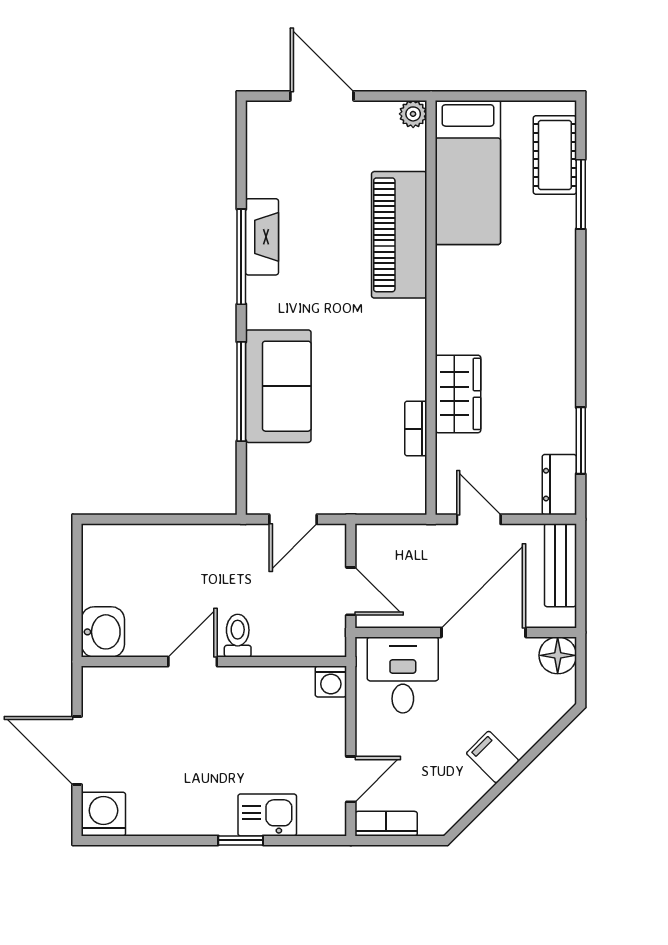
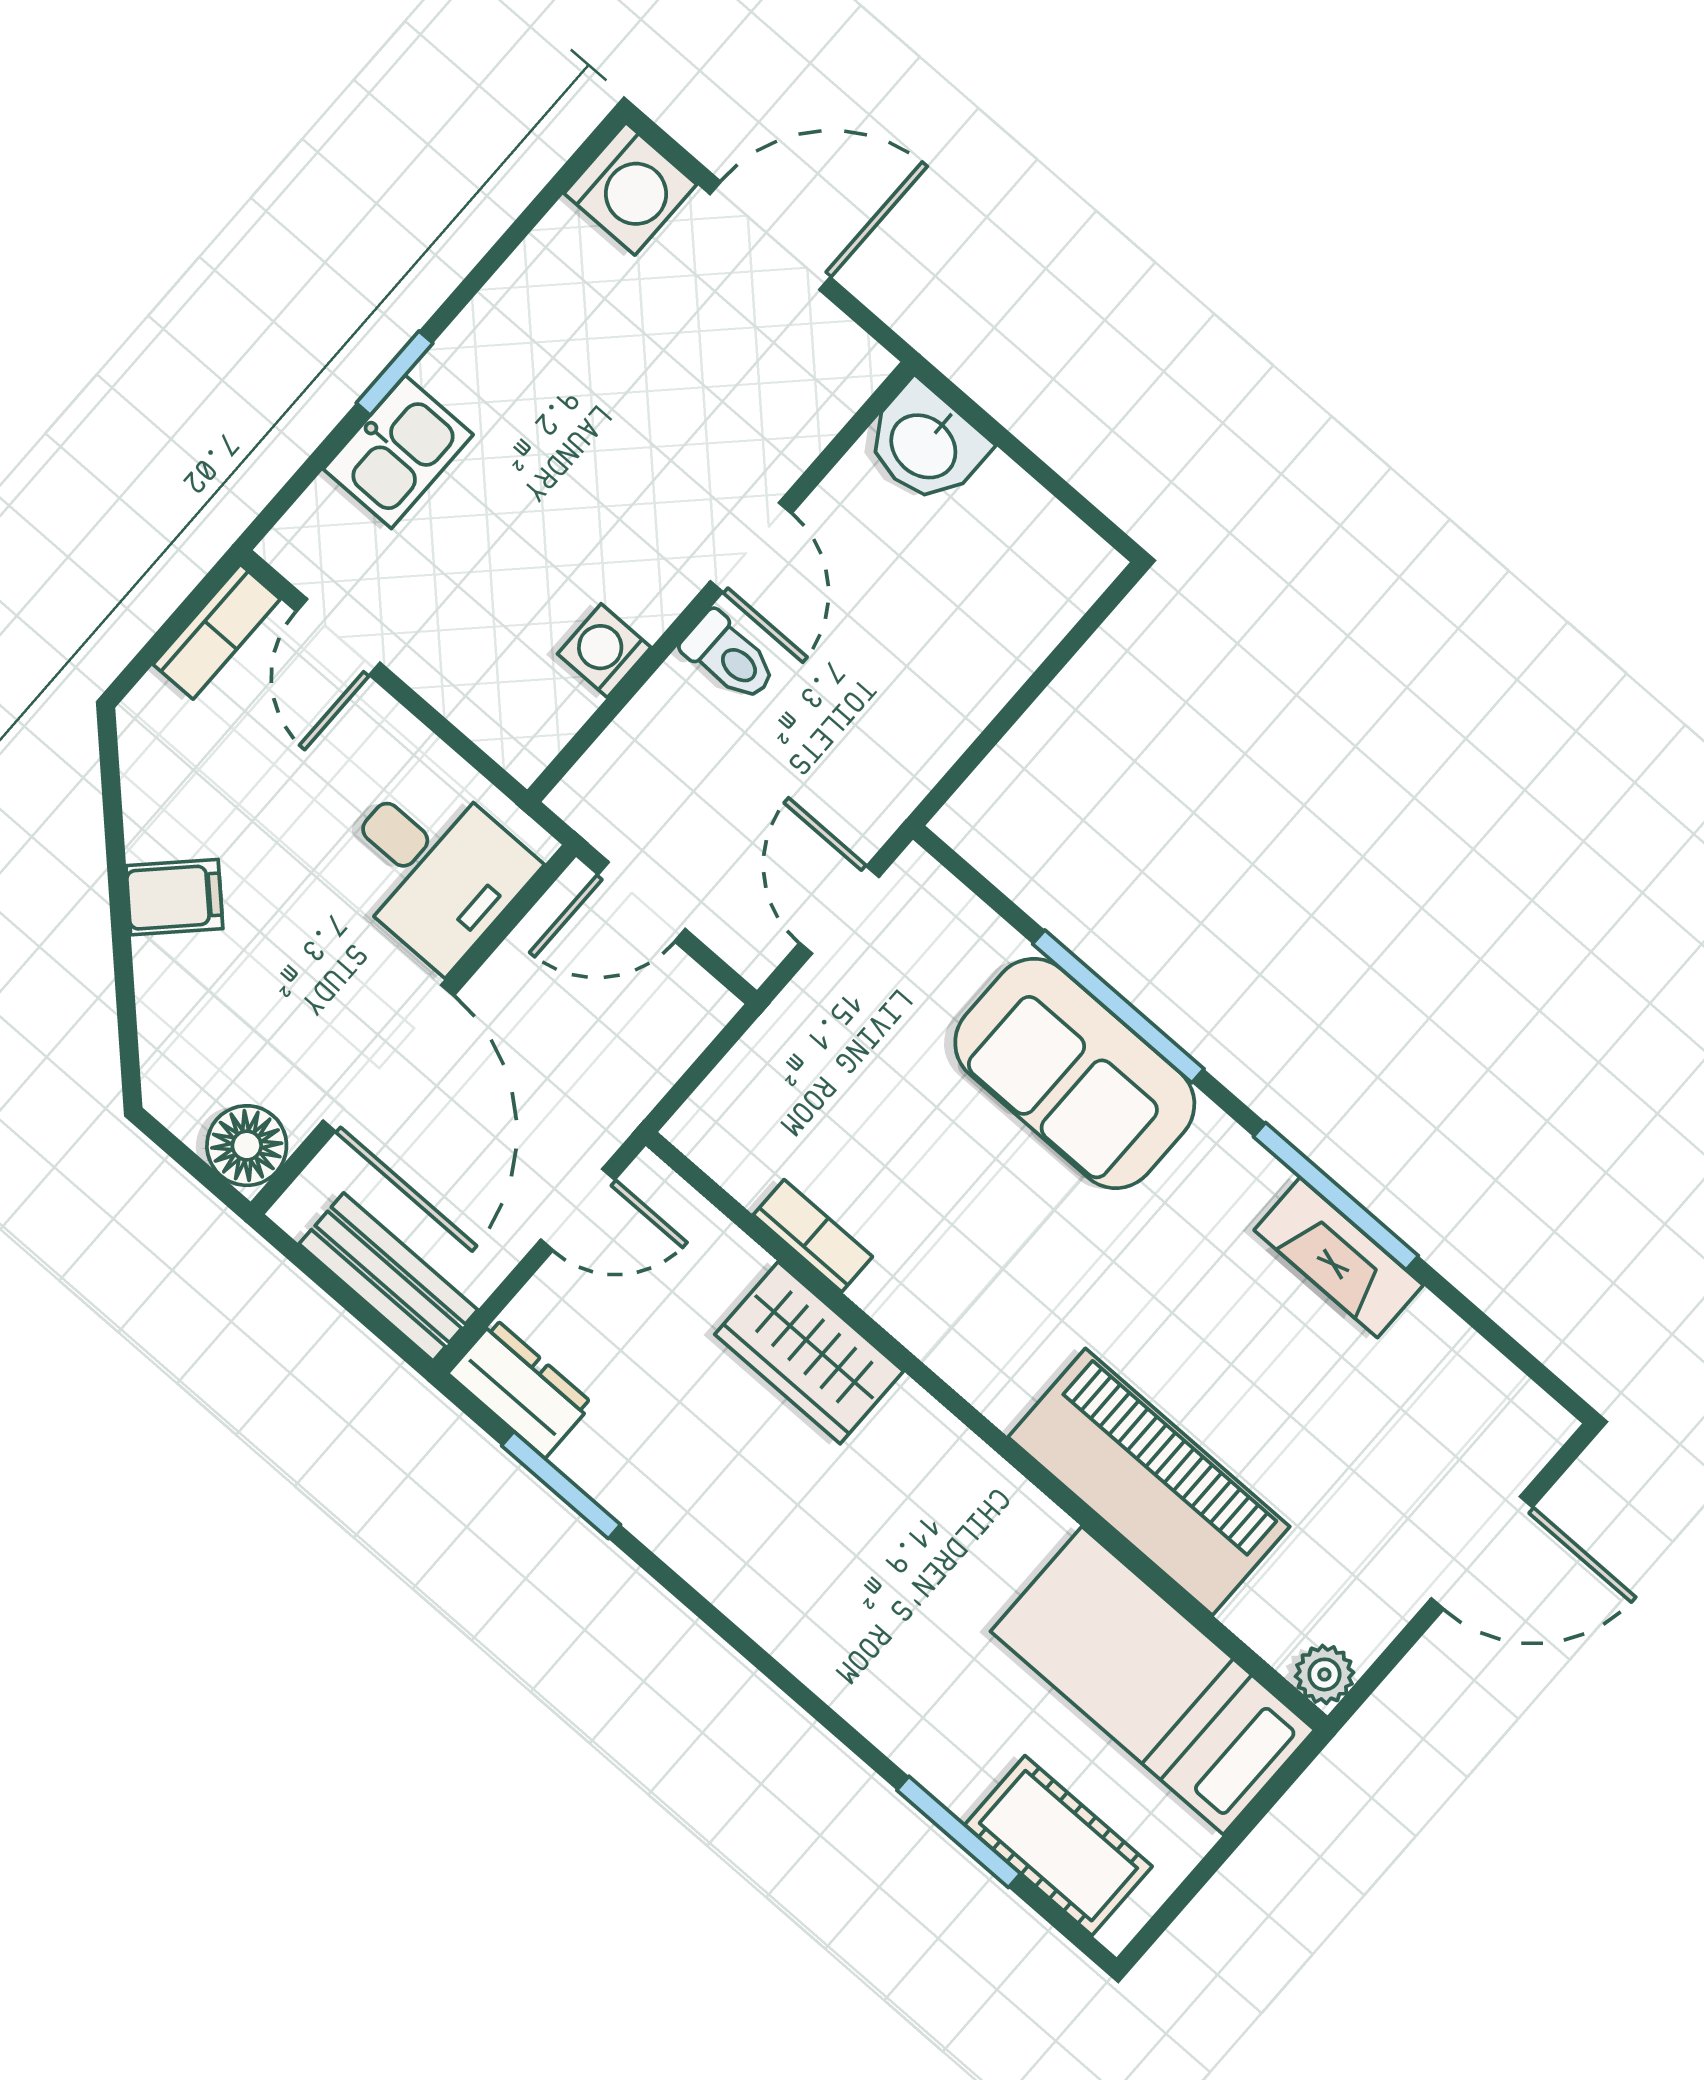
washing machine: (331, 682) -> (604, 651), moved

